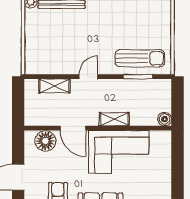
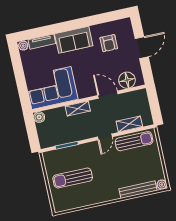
sun lounger: (140, 58) -> (73, 178), moved
sun lounger: (53, 63) -> (134, 141), added
corner sofa: (119, 152) -> (51, 88), moved

